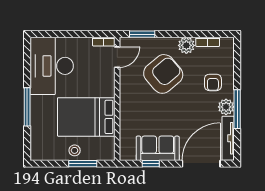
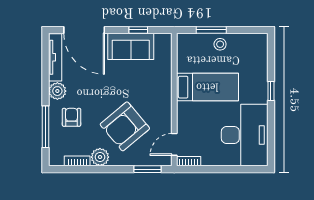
window: (27, 107) -> (271, 91), width x0.46
window: (237, 109) -> (46, 127), moved
bed: (86, 117) -> (207, 87), width x0.67
door: (201, 164) -> (84, 30), hinge flipped

